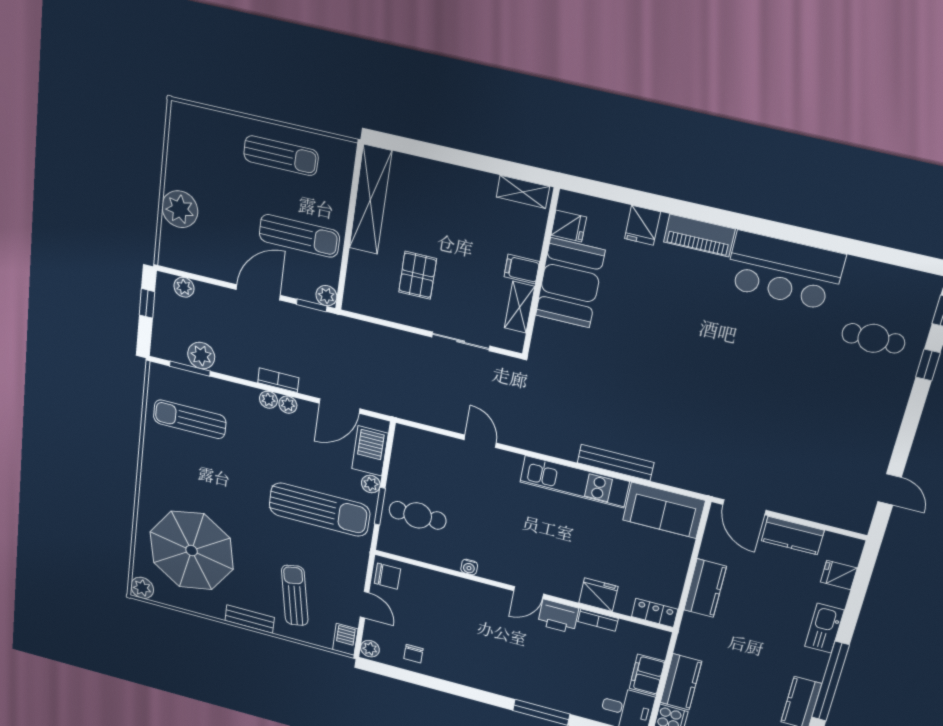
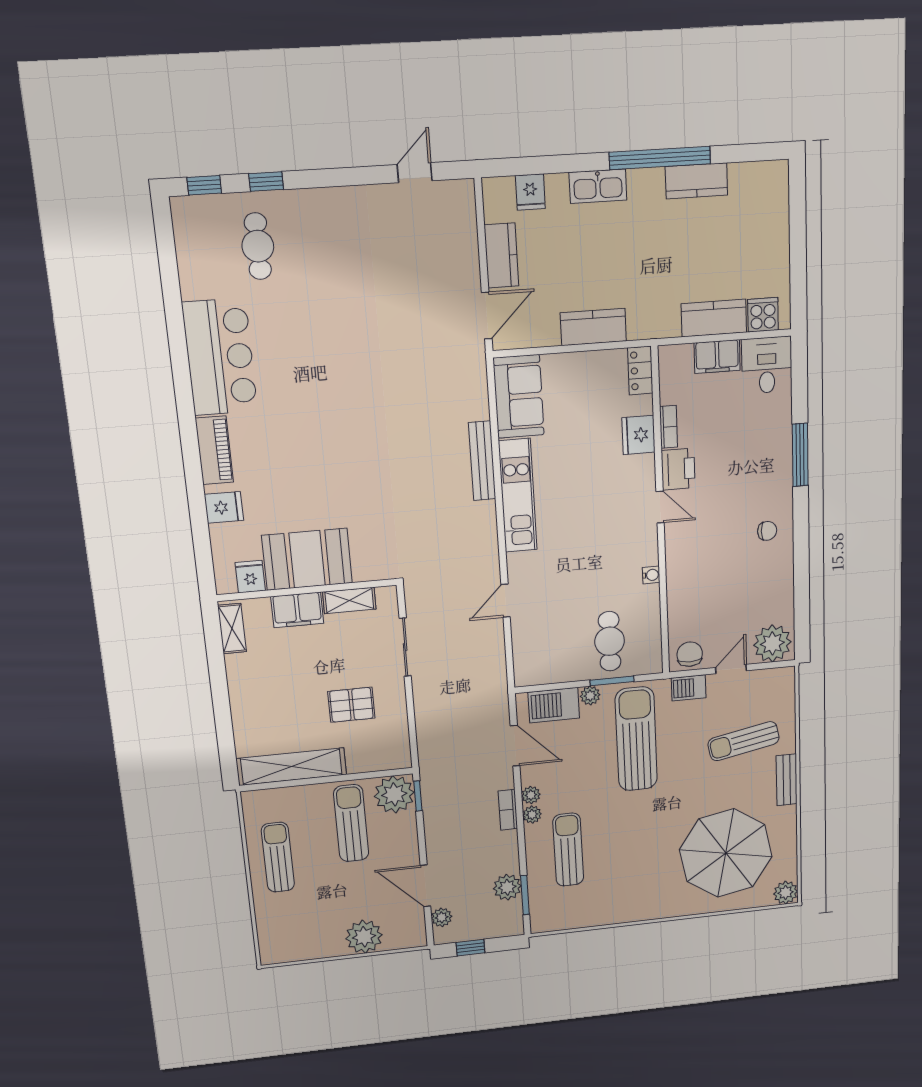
filing cabinet: (522, 269) -> (297, 610), width x2.00
door: (258, 292) -> (425, 886), moved
plant: (326, 296) -> (394, 794), width x1.87, depth x1.87
sun lounger: (190, 419) -> (568, 850), moved, turned 180
barbecue: (345, 639) -> (689, 688), moved
plant: (370, 649) -> (772, 643), width x1.88, depth x1.88
chair: (413, 654) -> (767, 531), moved

